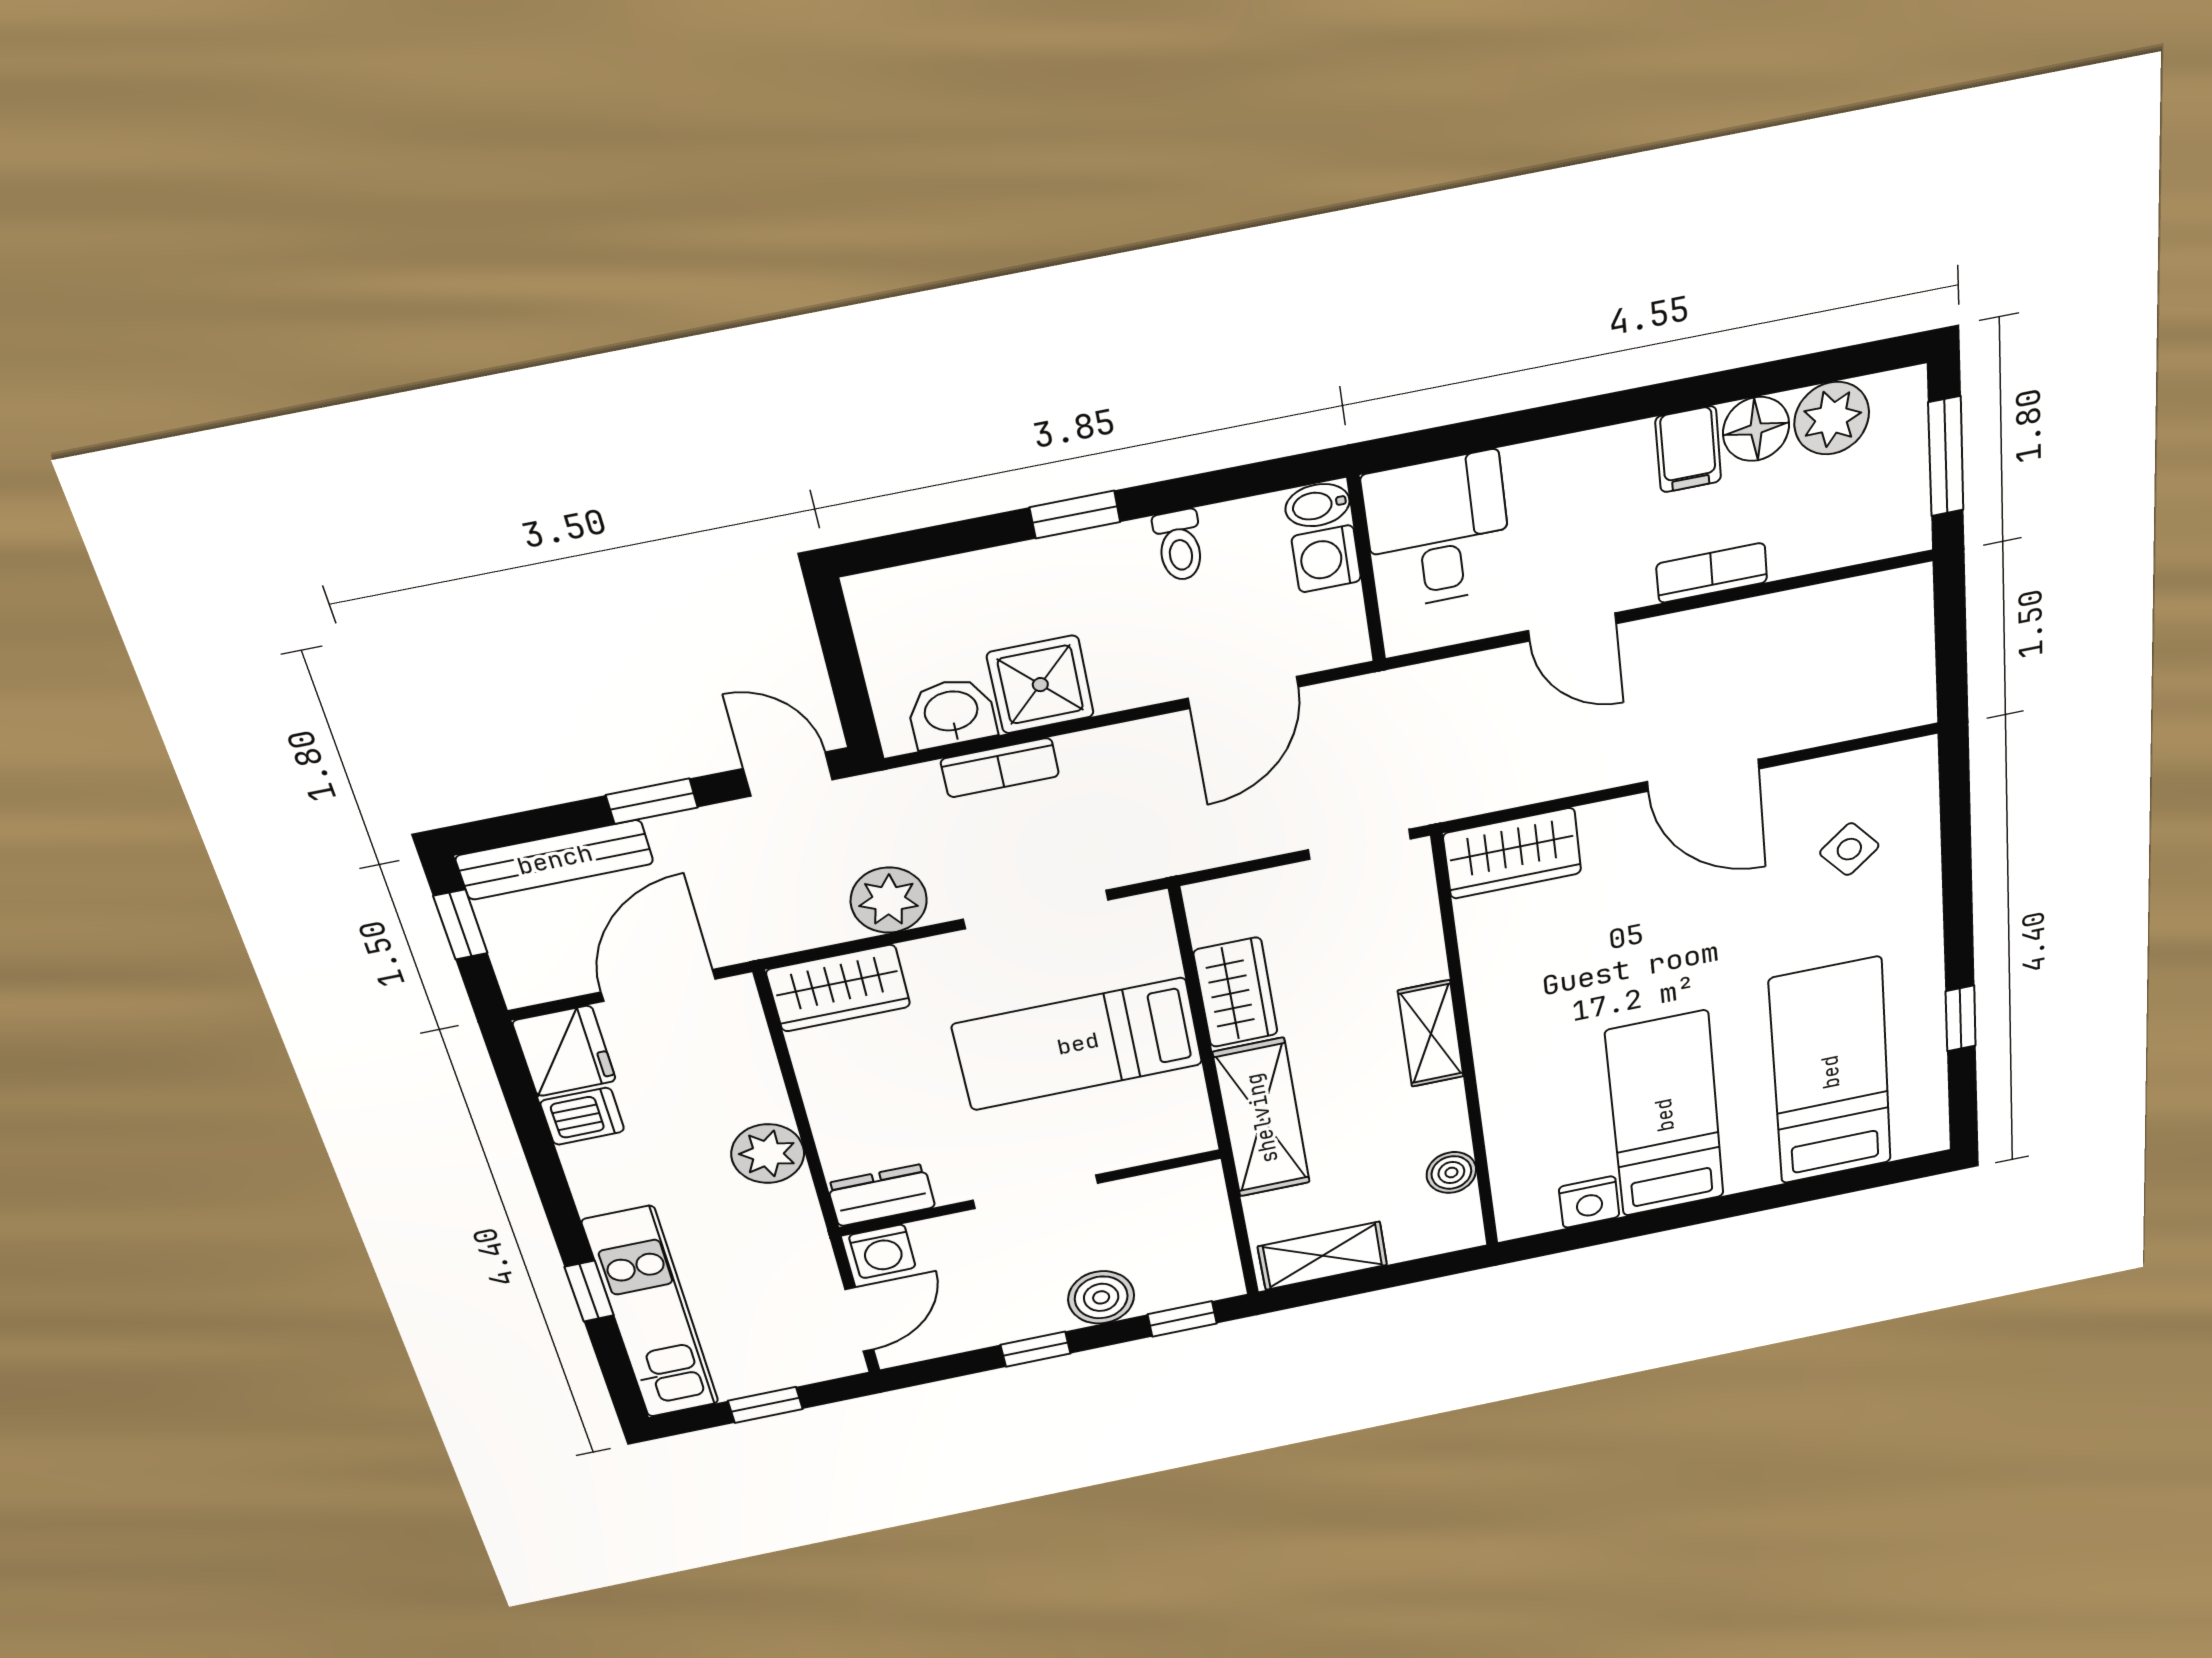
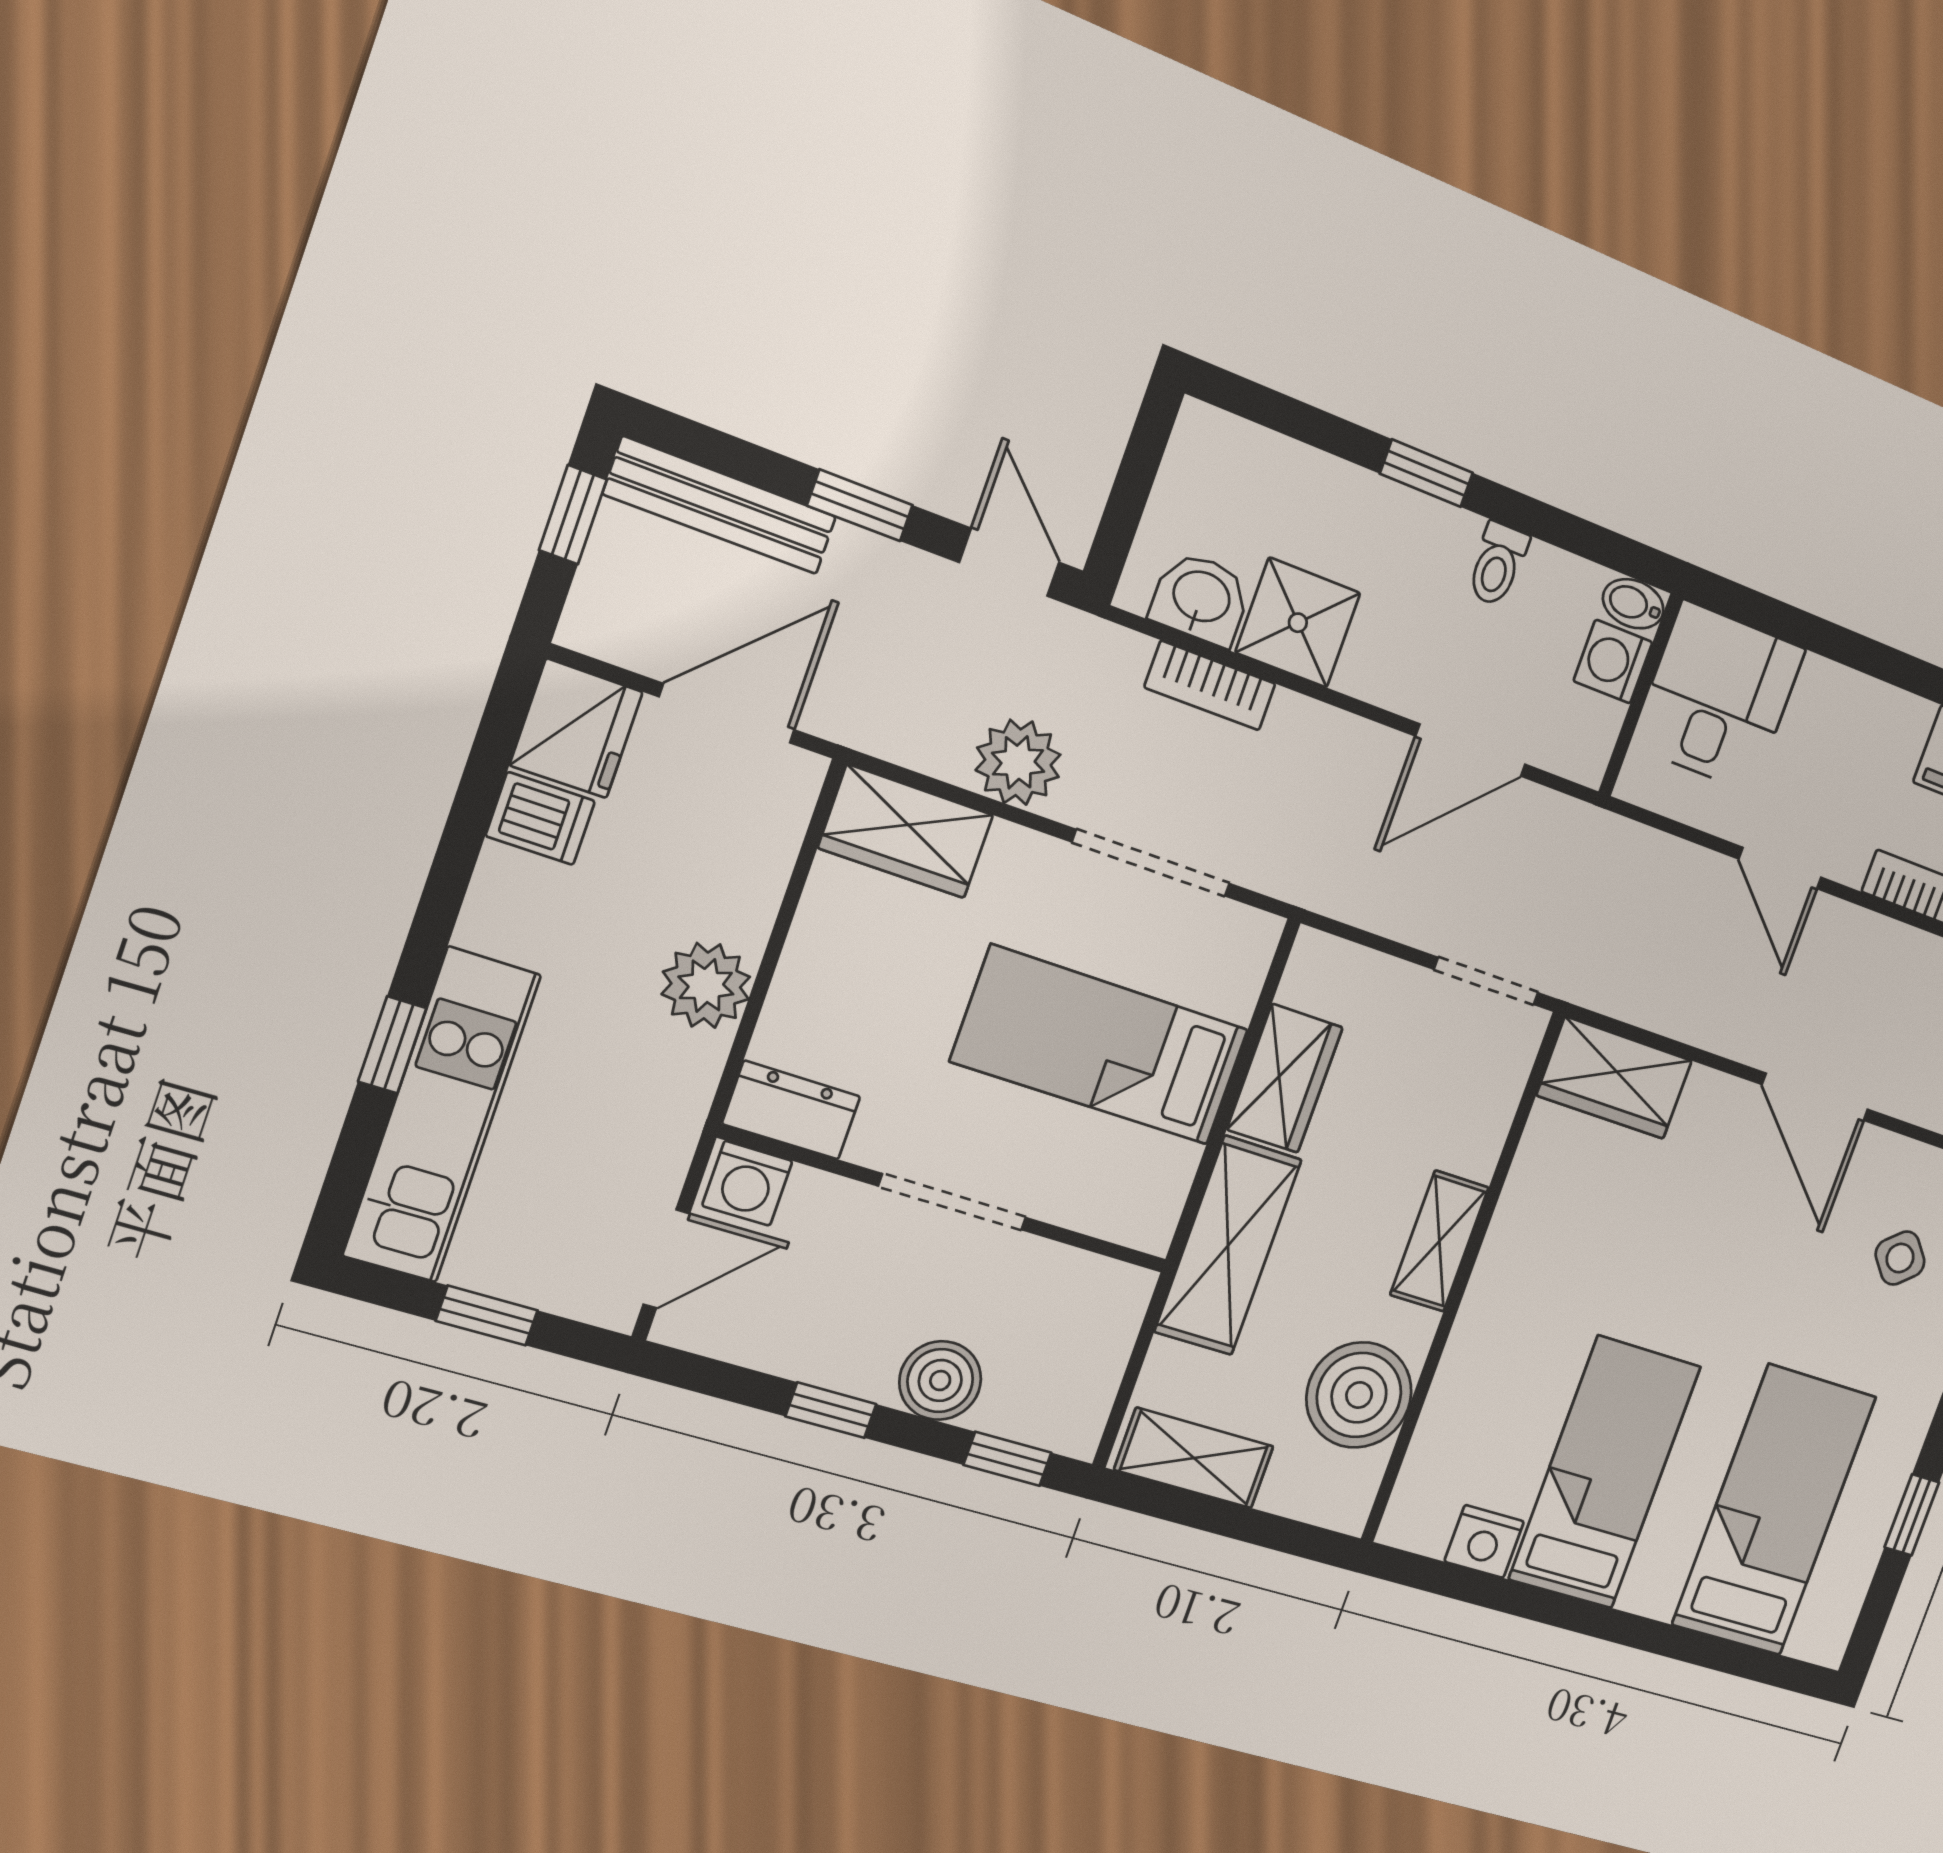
boiler: (1451, 1173) -> (1359, 1395), width x1.86, depth x1.86

